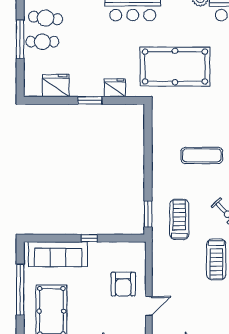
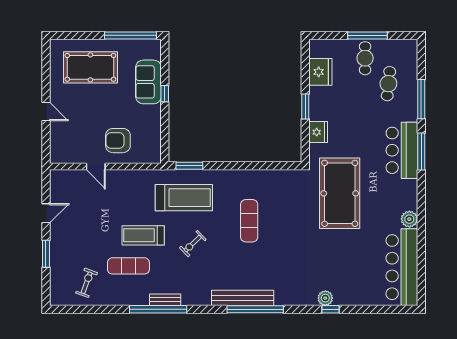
cafe table: (46, 18) -> (388, 84), moved
treadmill: (179, 219) -> (184, 198), width x1.37, depth x1.38
window: (89, 238) -> (165, 94), moved
sofa: (58, 254) -> (148, 82), width x0.73
window: (20, 290) -> (131, 35), moved

